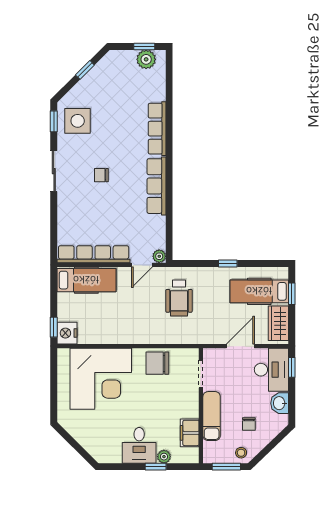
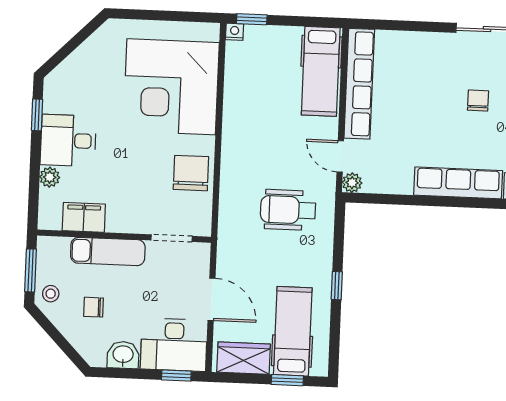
nightstand: (67, 333) -> (235, 32), width x0.53, depth x0.56
window: (156, 467) -> (37, 115), moved

